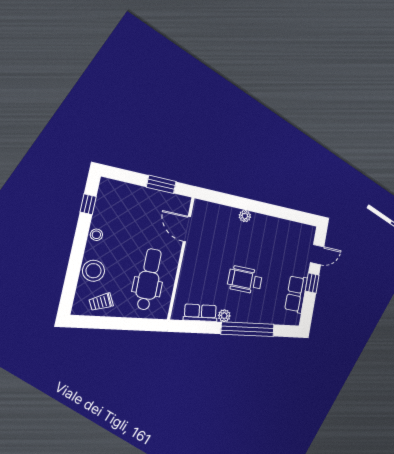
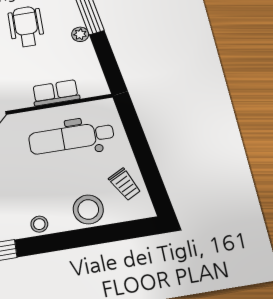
wheelchair: (245, 280) -> (26, 27), turned 180
row of seats: (200, 313) -> (56, 93), moved, turned 98

